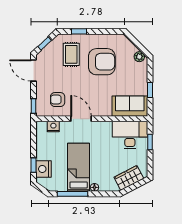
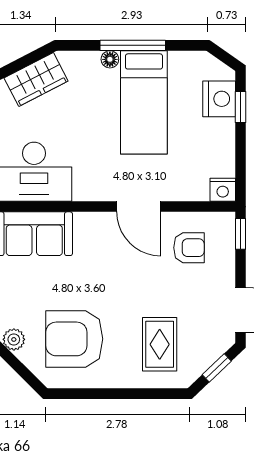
window: (79, 31) -> (143, 394), removed
armchair: (102, 62) -> (74, 339), moved
nightstand: (53, 127) -> (223, 190), moved
window: (72, 194) -> (133, 45), moved

